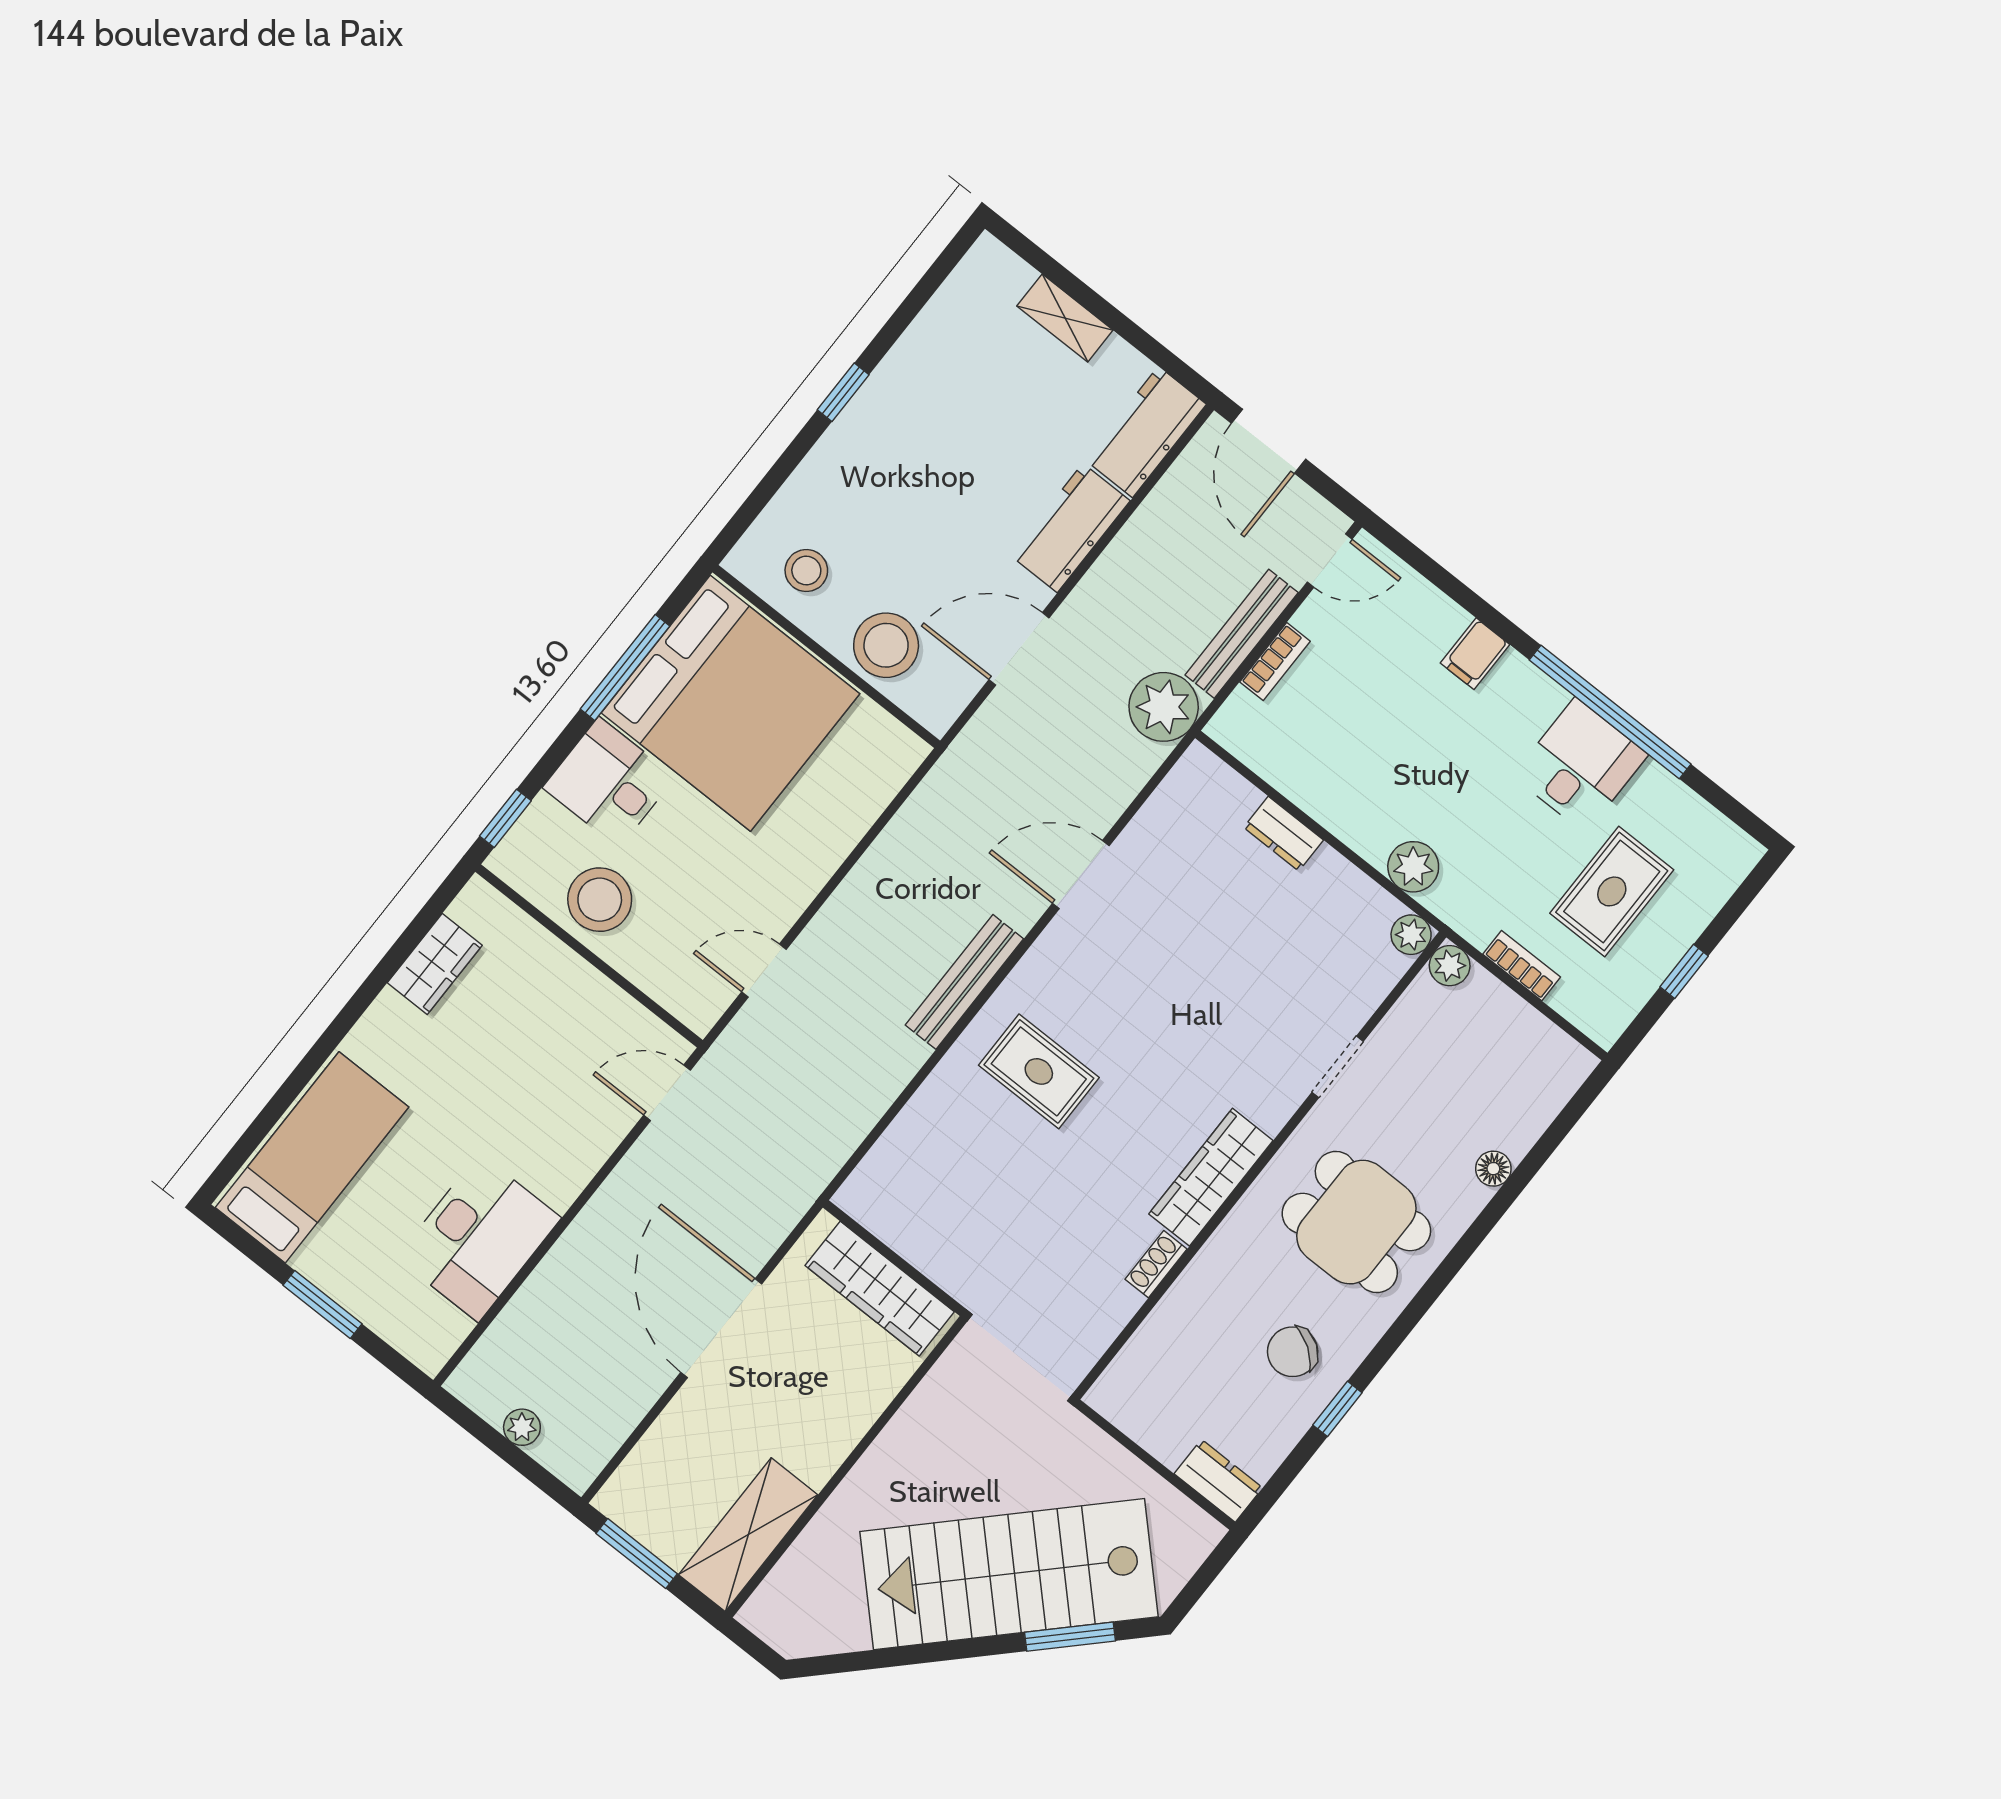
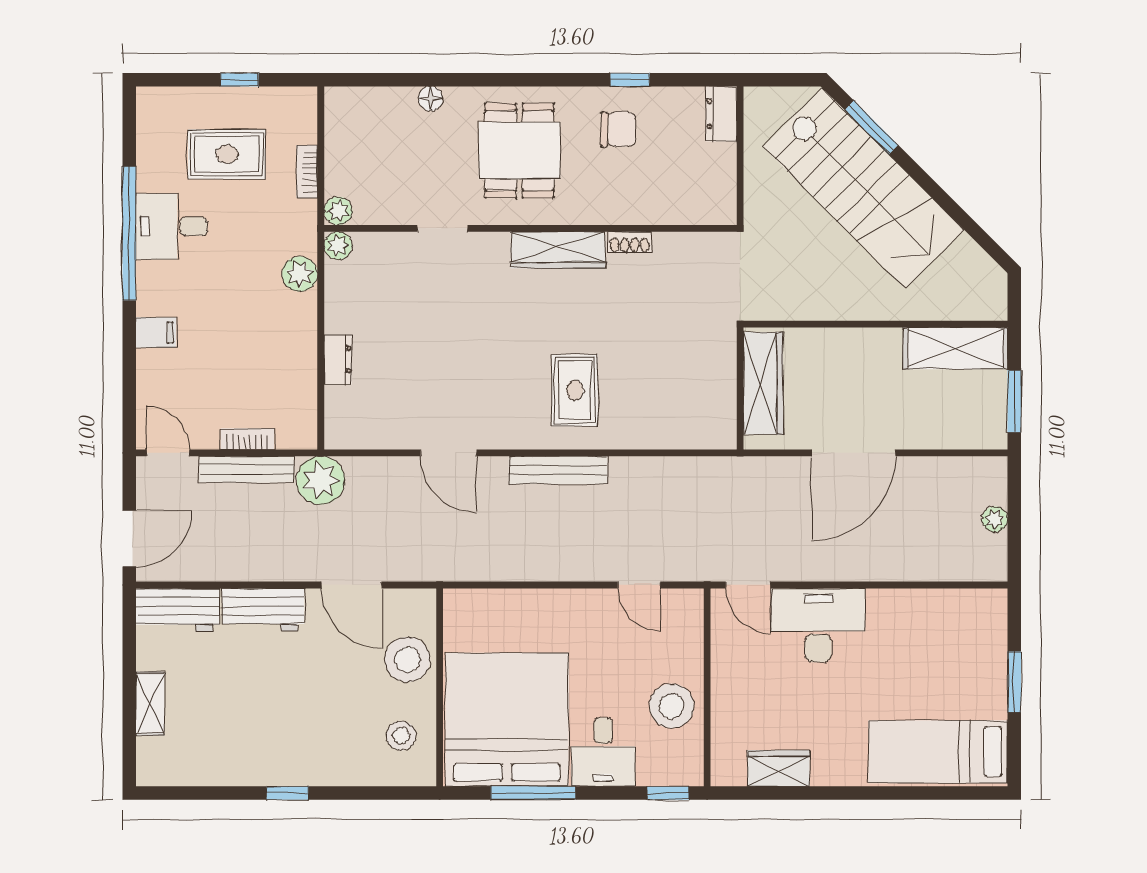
desk: (479, 1238) -> (818, 625), moved
chair: (1293, 1352) -> (618, 129), turned -34

